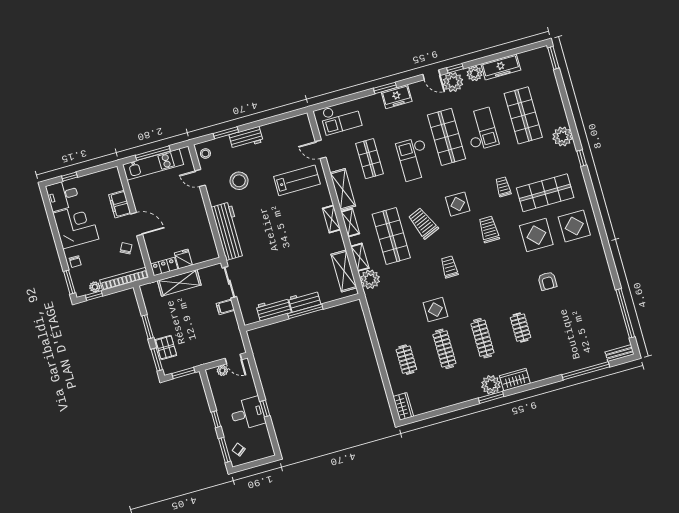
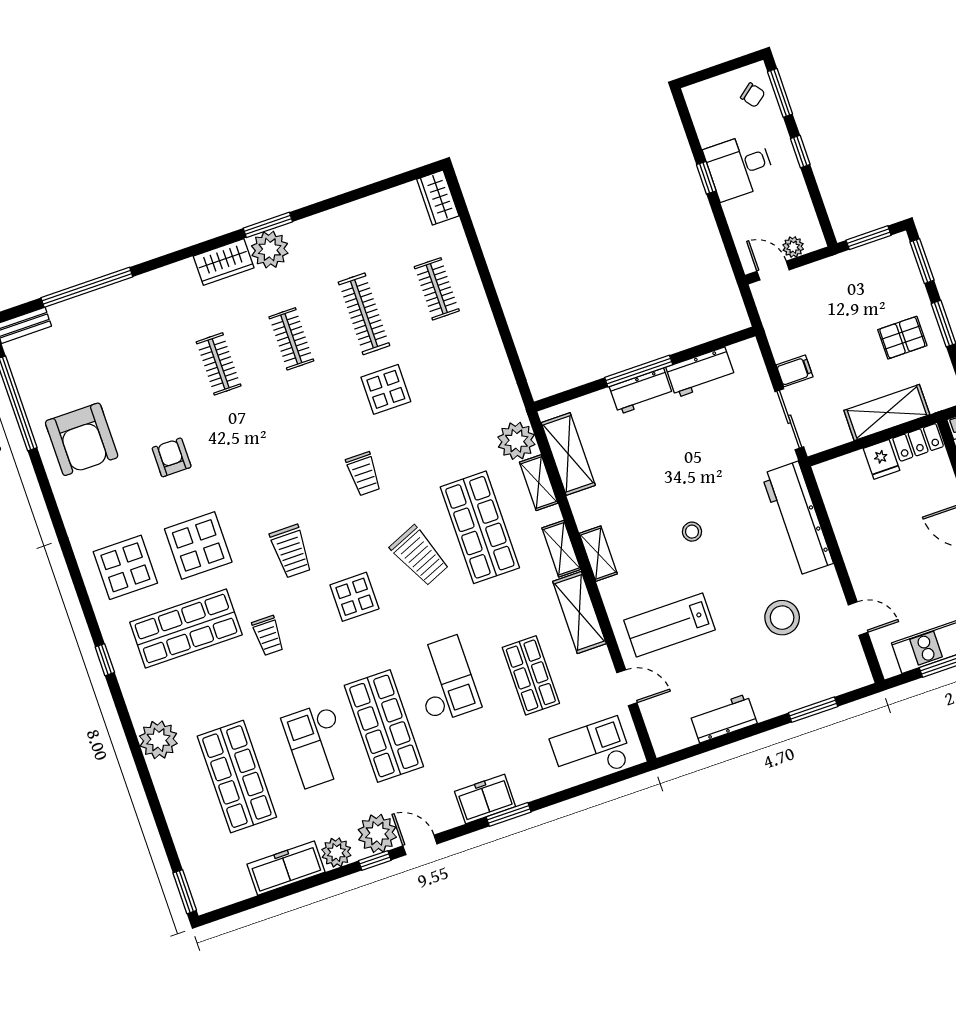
workbench: (246, 138) -> (723, 718), moved
stool: (205, 153) -> (692, 532), moved
window: (582, 158) -> (105, 660), moved
armchair: (593, 293) -> (82, 439), added
clothes rail: (482, 338) -> (291, 339), width x0.73
pallet: (166, 347) -> (902, 338), moved, turned 90

